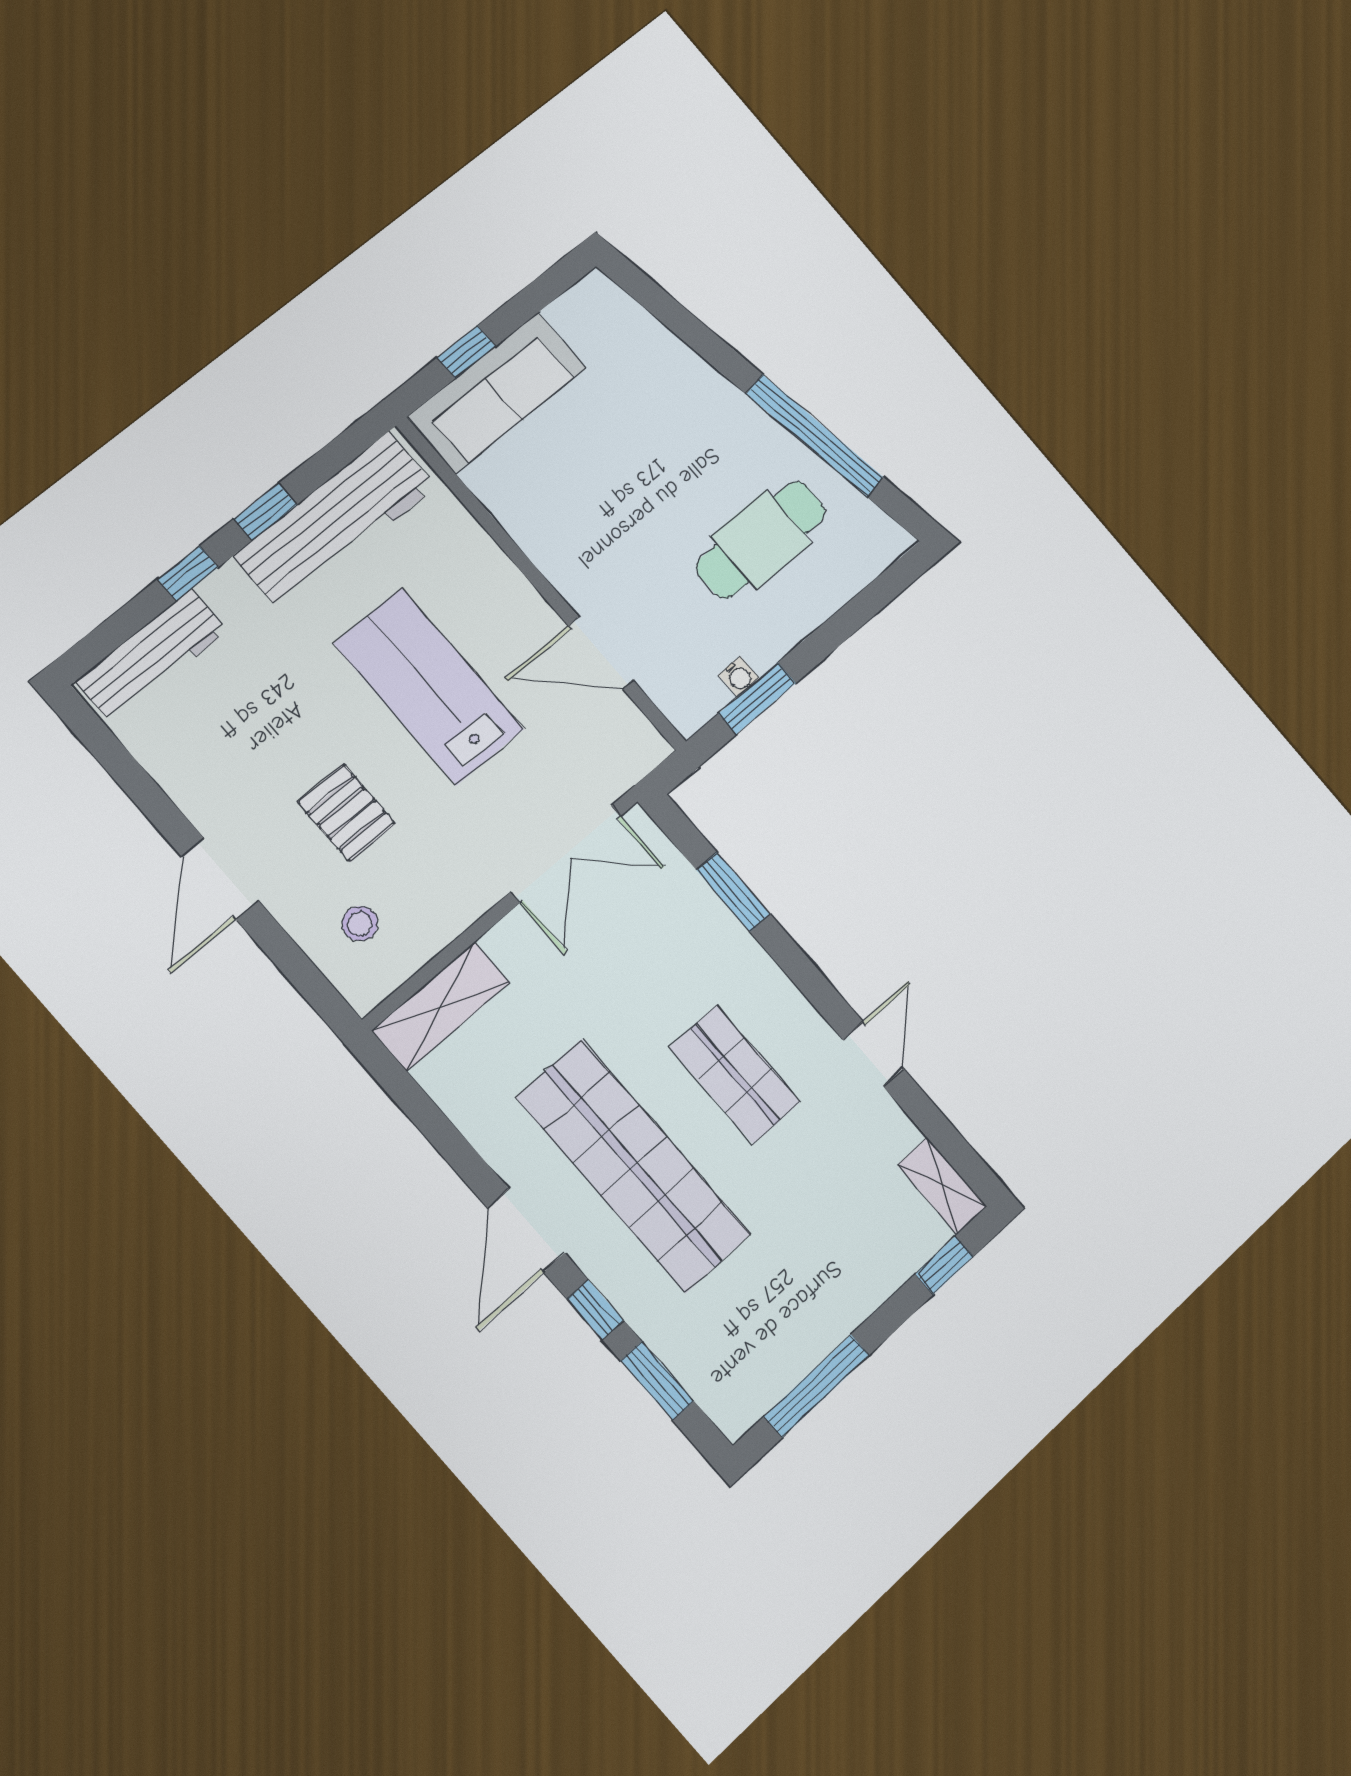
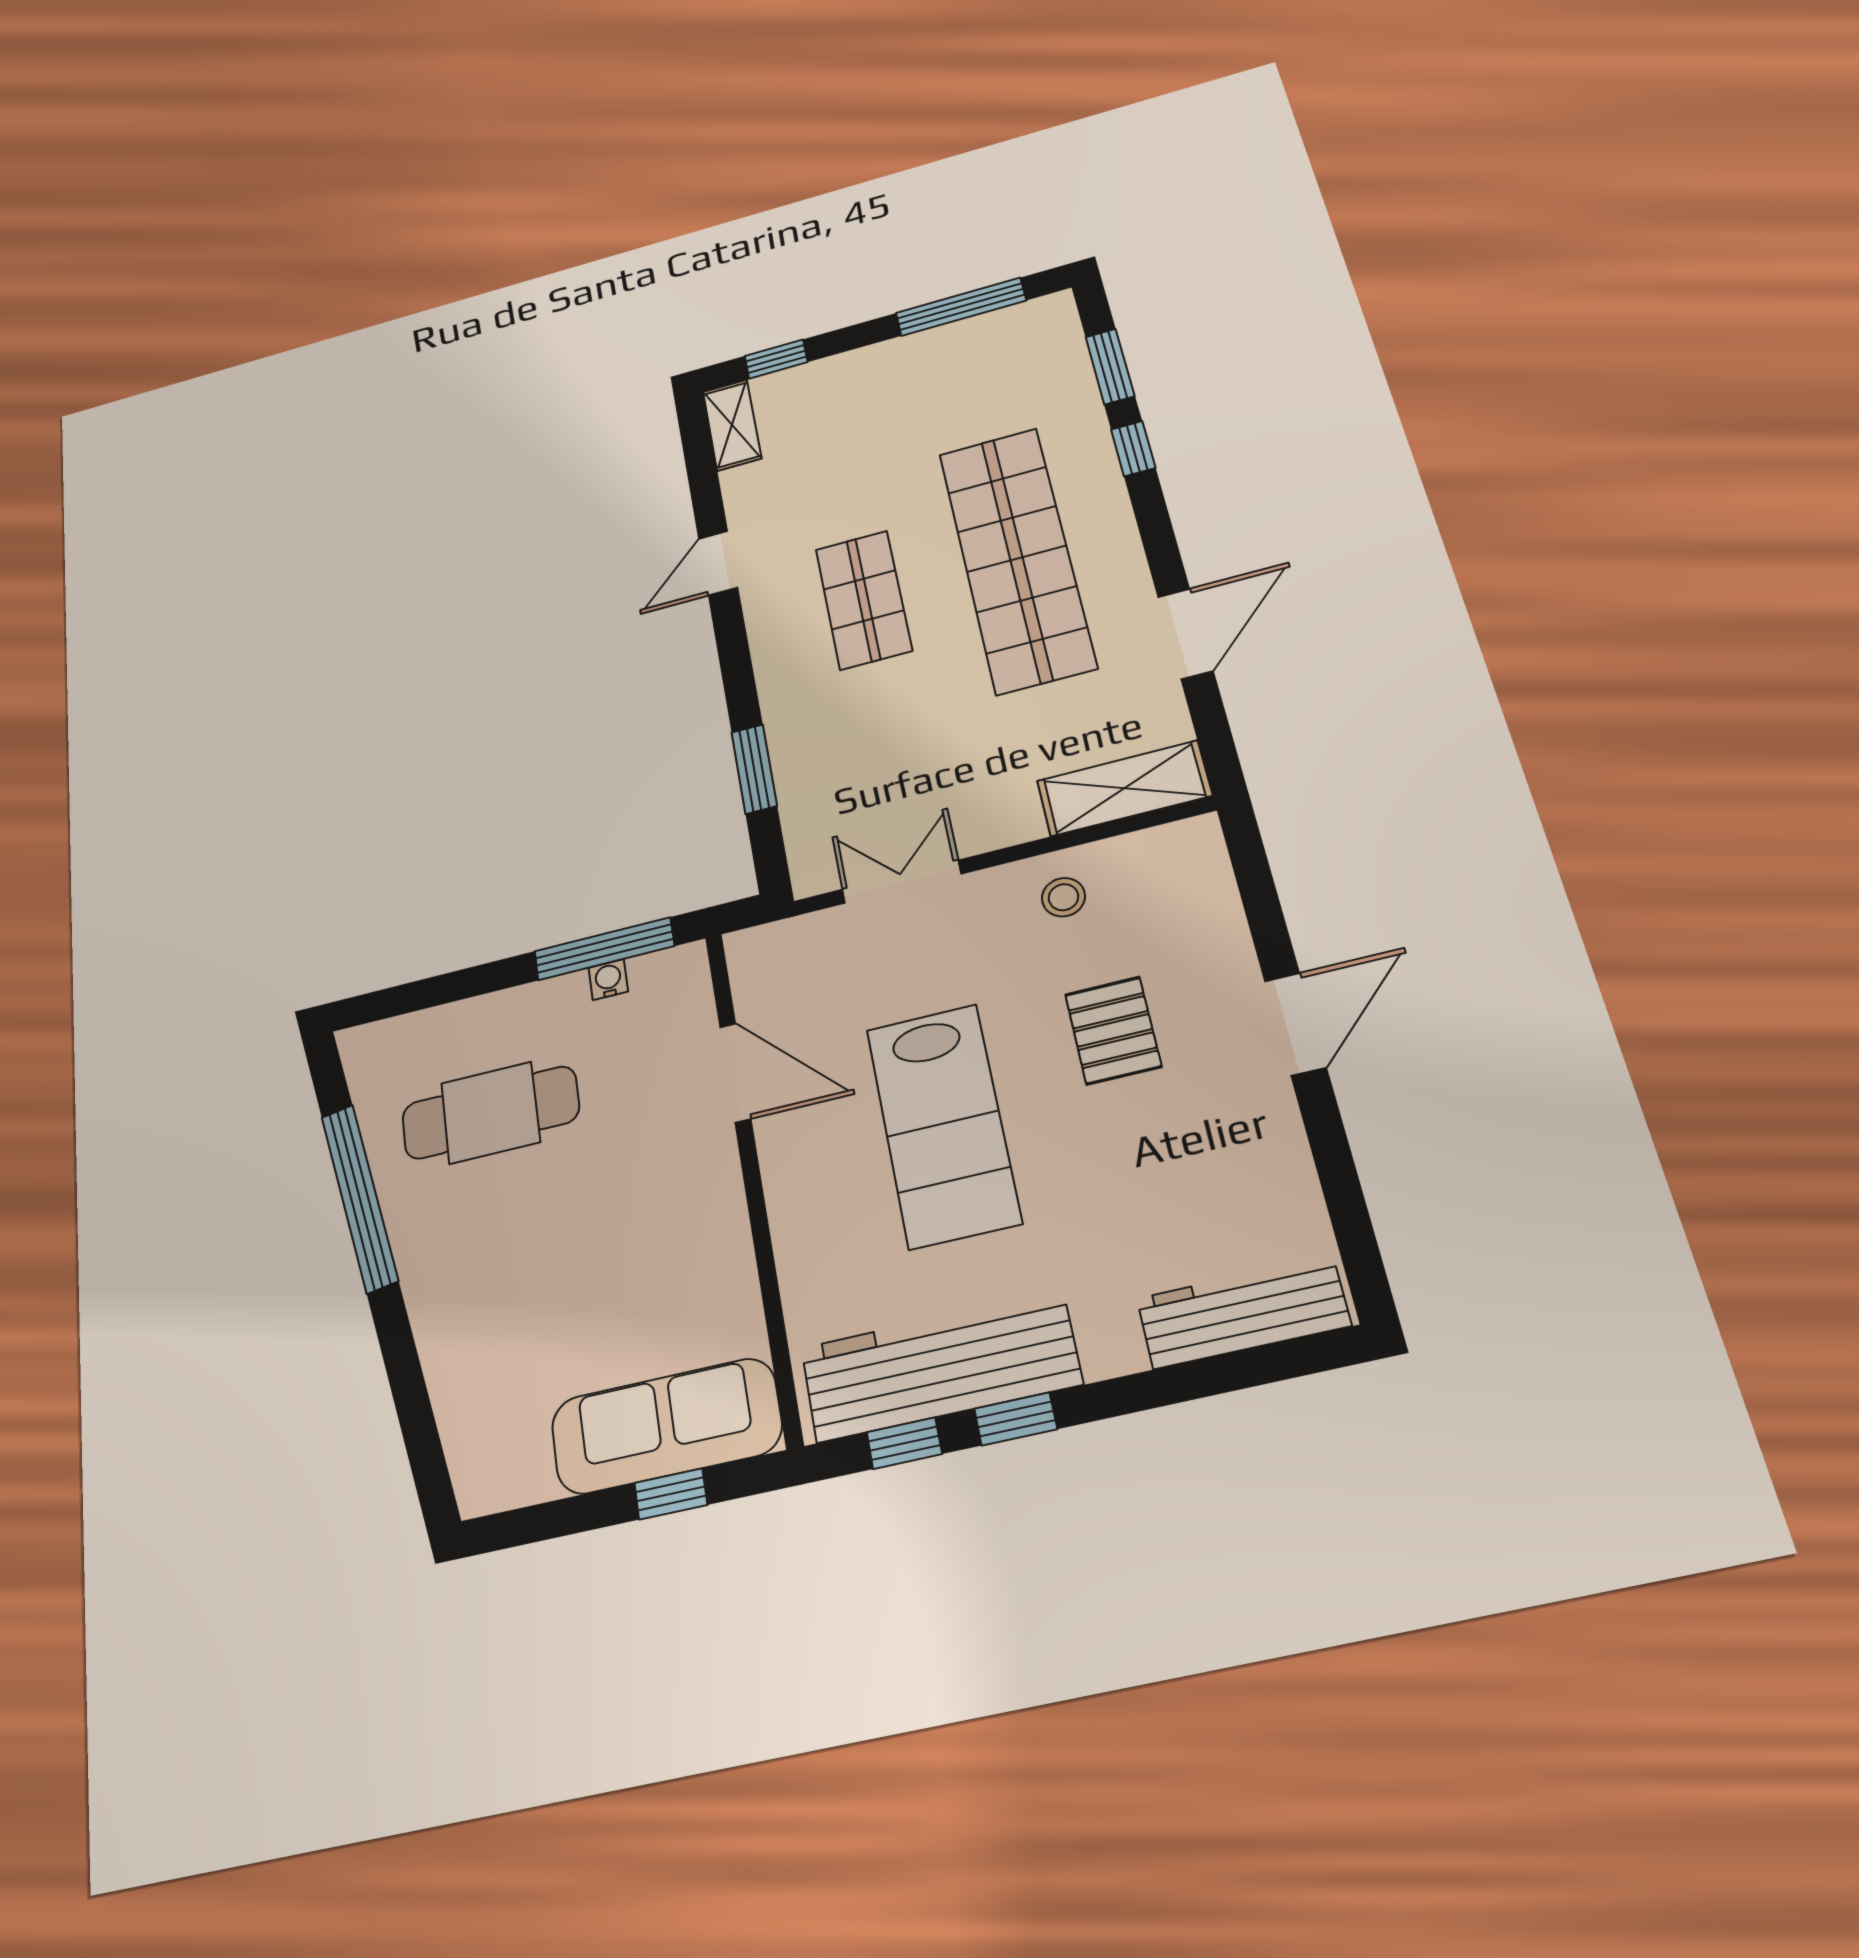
window: (188, 573) -> (904, 1443), moved
window: (757, 698) -> (604, 949), width x1.44
double door: (566, 854) -> (902, 882), width x0.73
stool: (360, 924) -> (1063, 897), moved
door: (526, 1230) -> (1185, 634), moved

